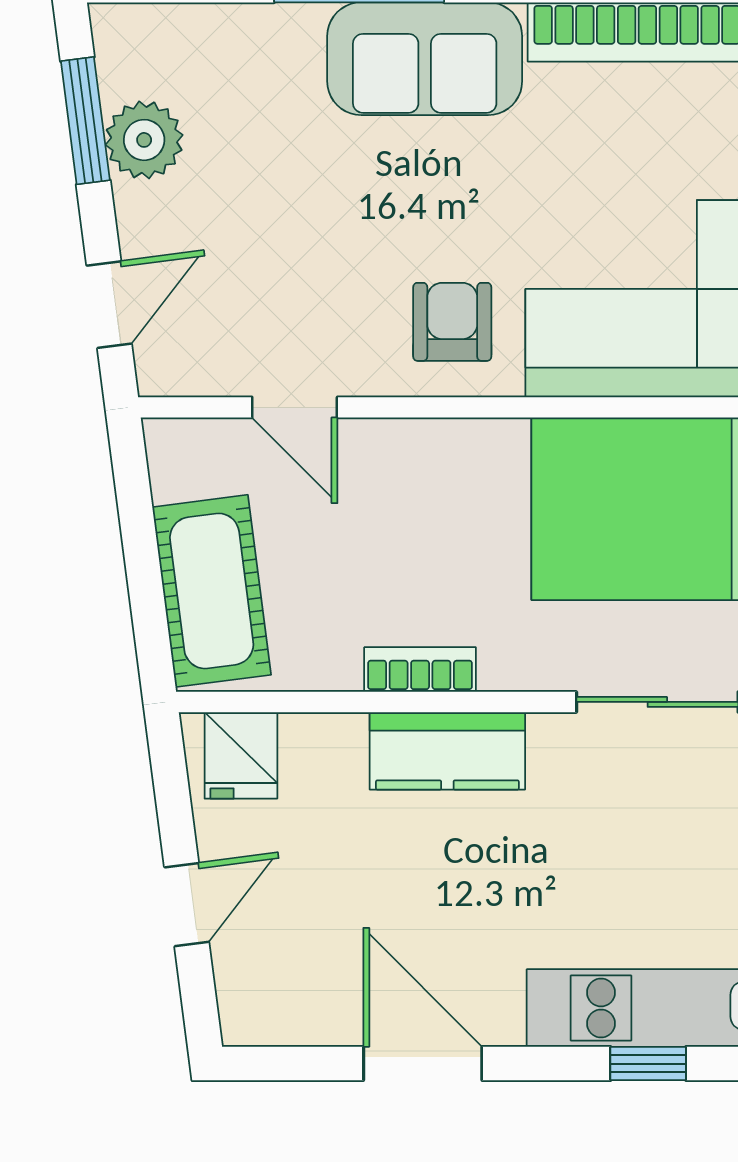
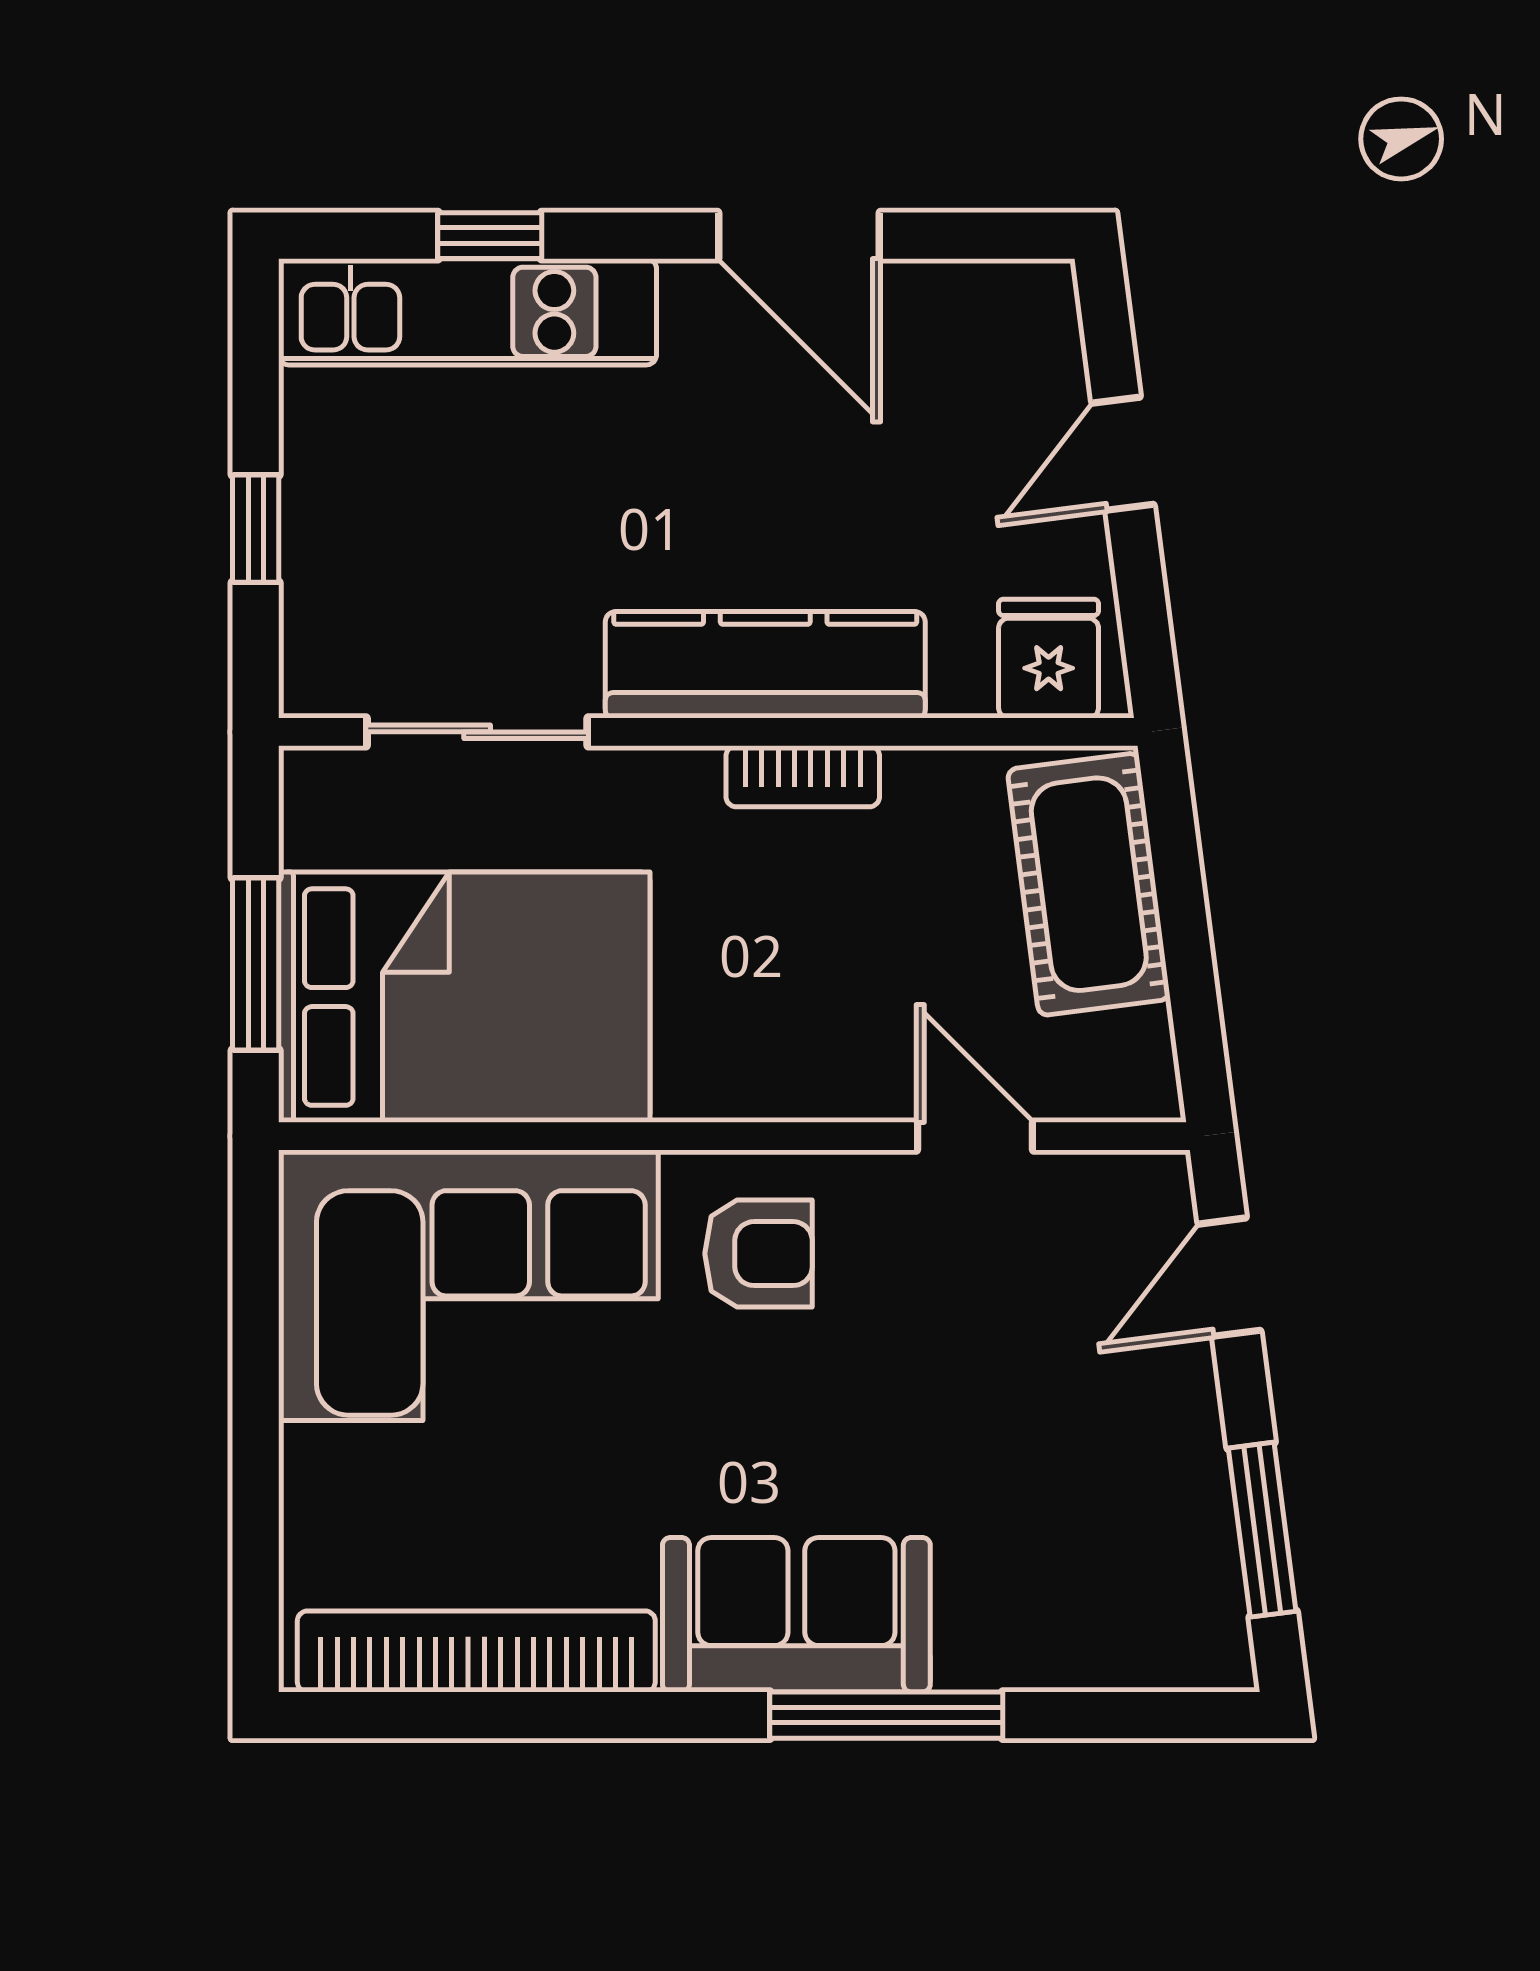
plant: (144, 140) -> (1181, 1503), removed
armchair: (452, 322) -> (759, 1254), turned -90
kitchen counter: (447, 751) -> (765, 665), width x1.50

